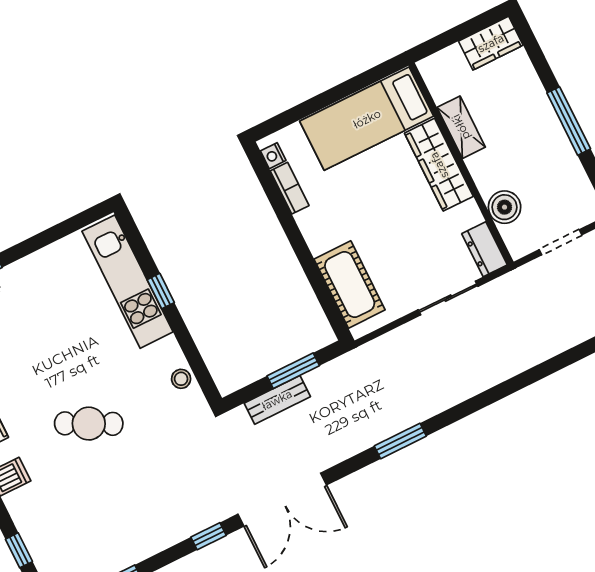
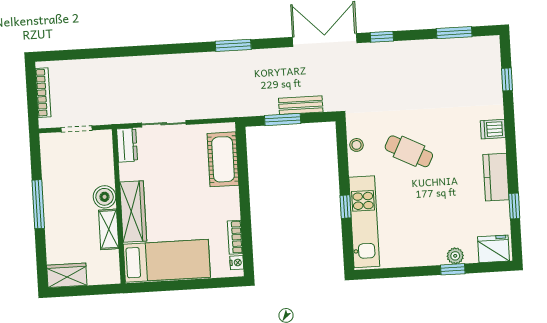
boiler: (505, 207) -> (105, 197), moved
cafe table: (89, 424) -> (409, 151), moved

